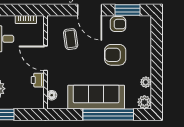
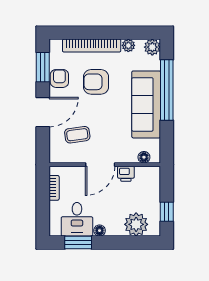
bookcase: (146, 51) -> (92, 46), added
armchair: (115, 55) -> (96, 82), turned 90

